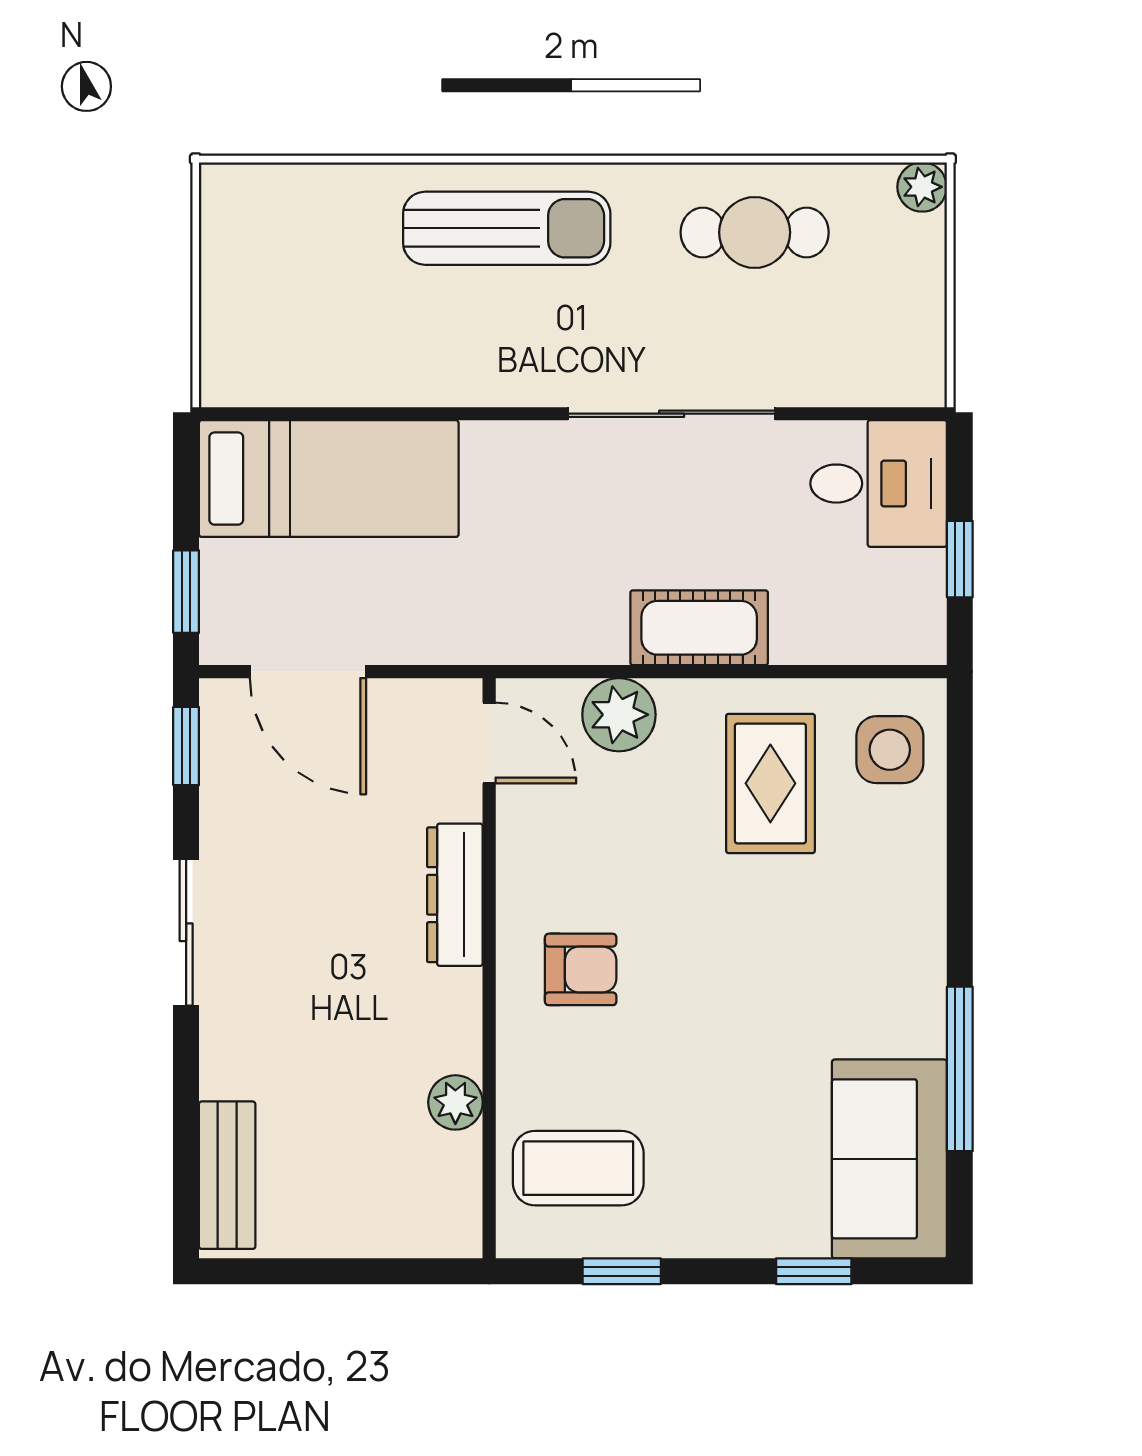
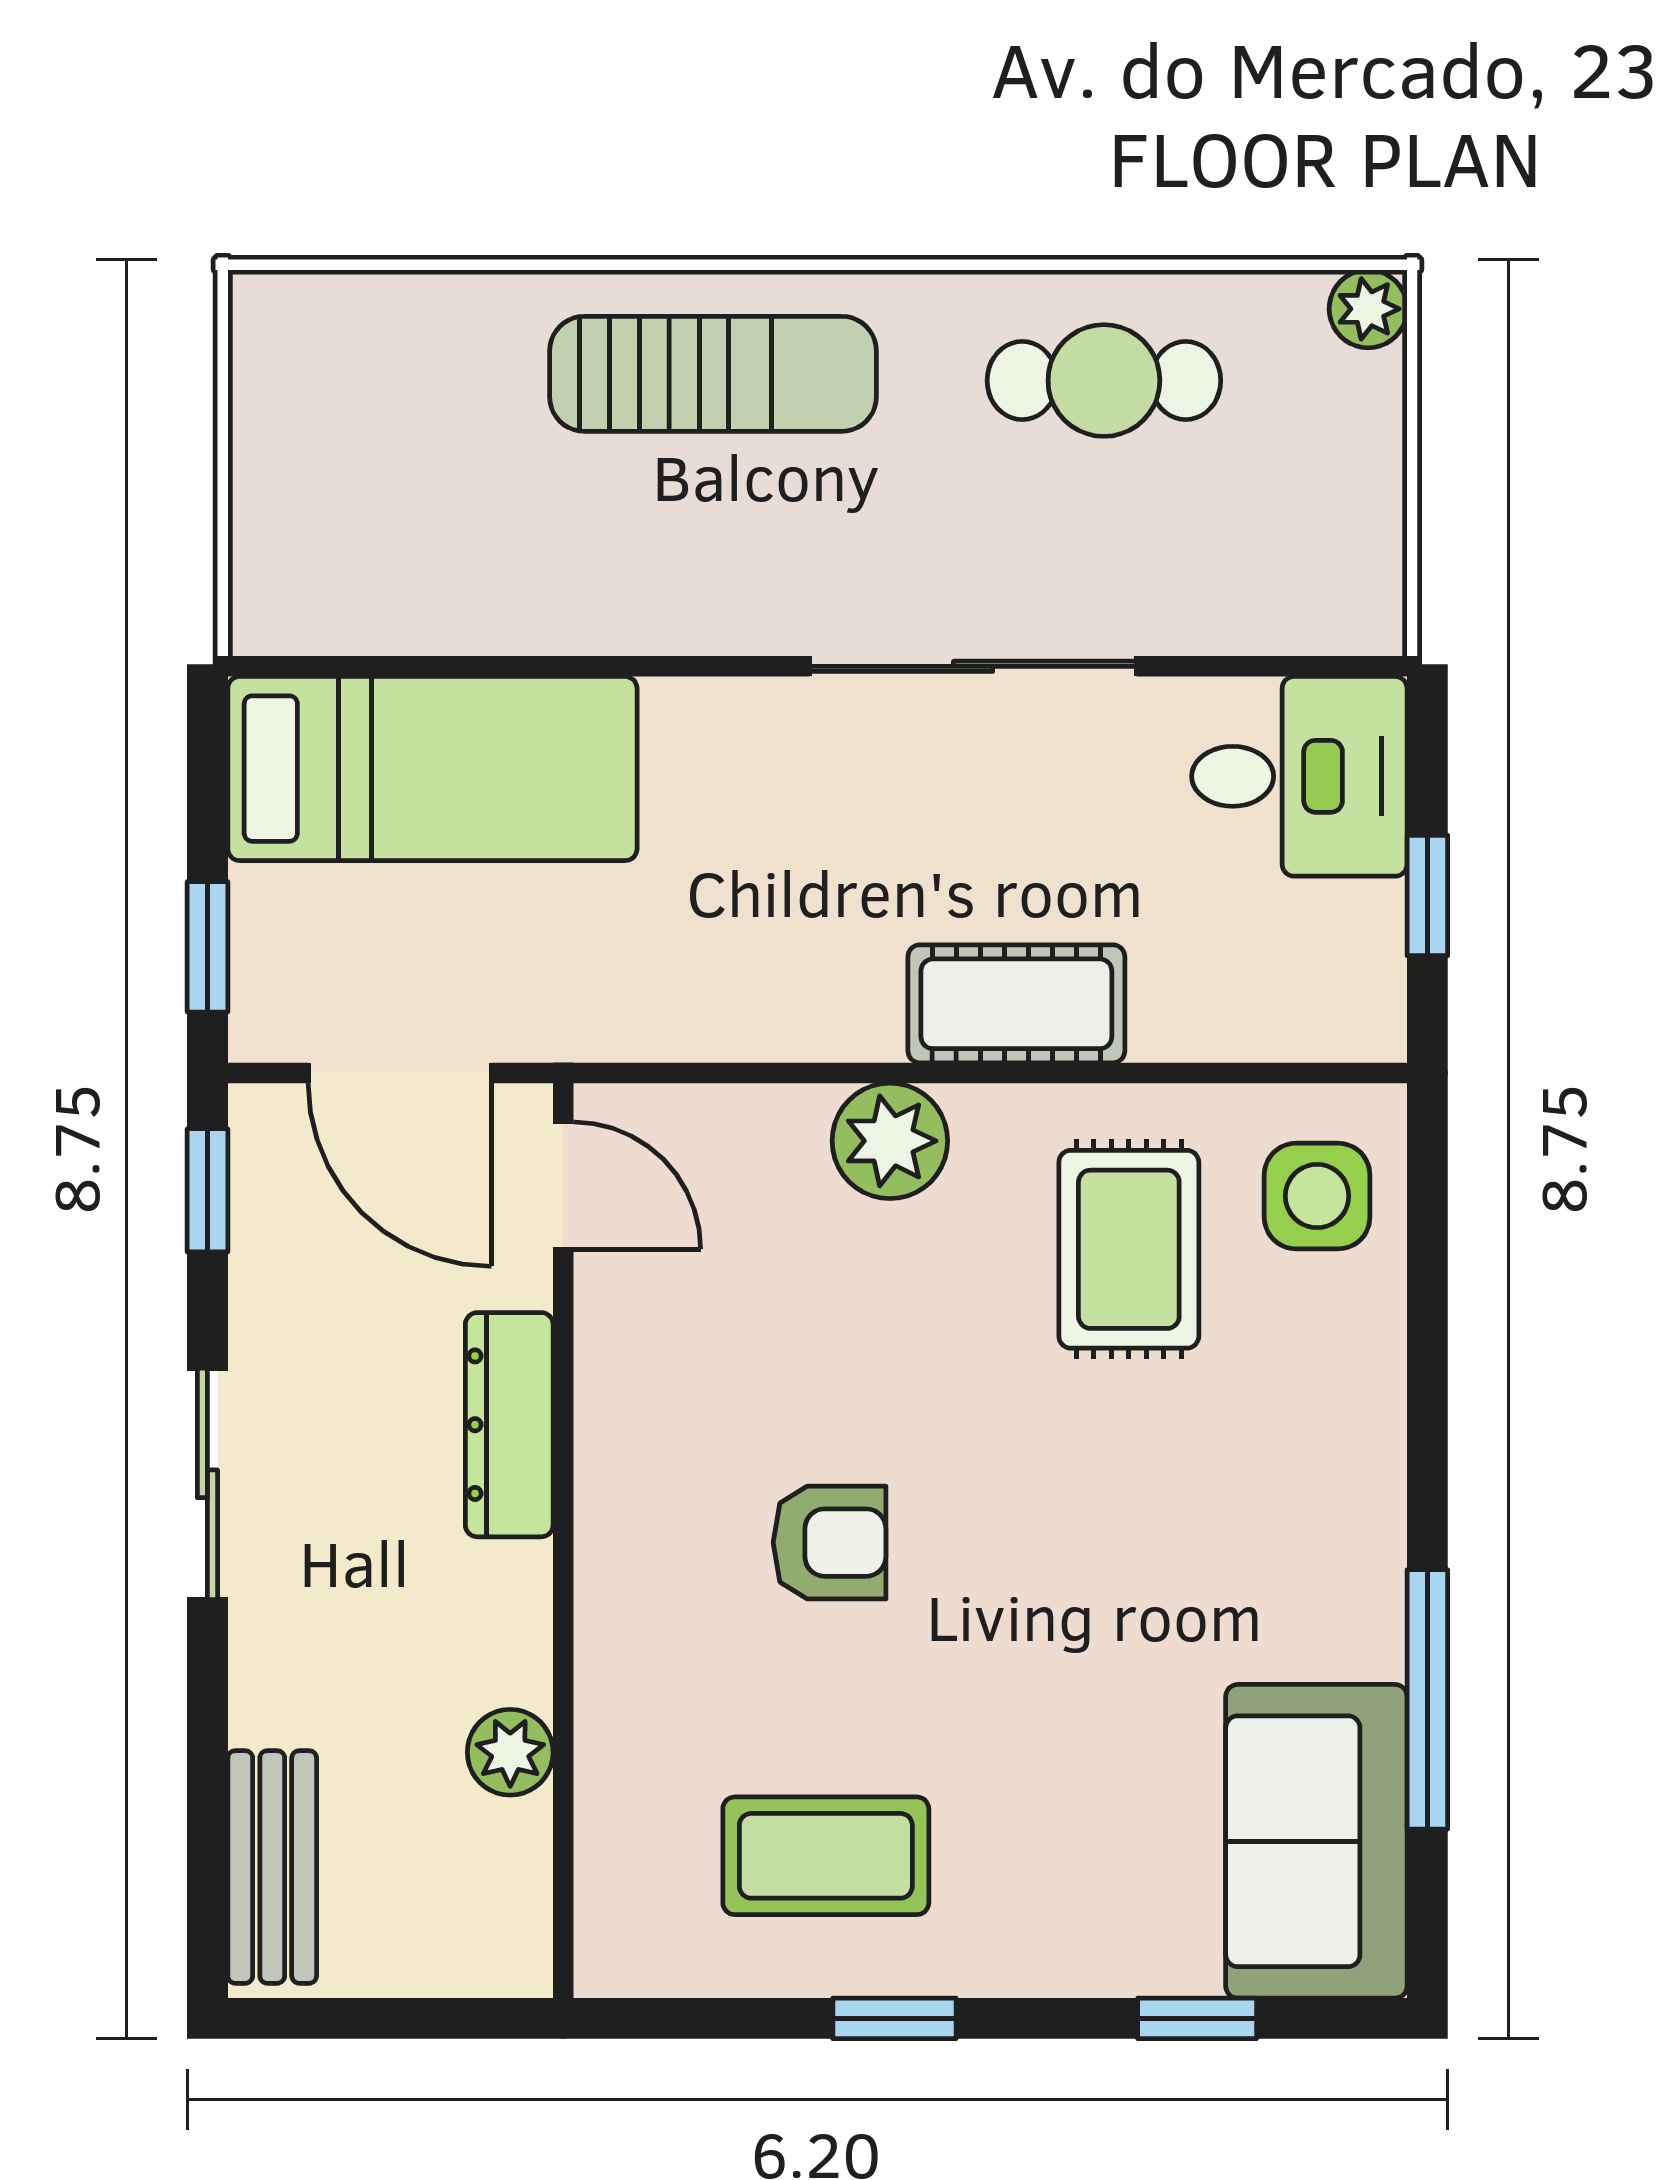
door: (489, 743) -> (563, 1186), moved
dresser: (455, 895) -> (509, 1425), moved
wall: (489, 968) -> (563, 1541), moved
plant: (455, 1102) -> (510, 1752), moved

